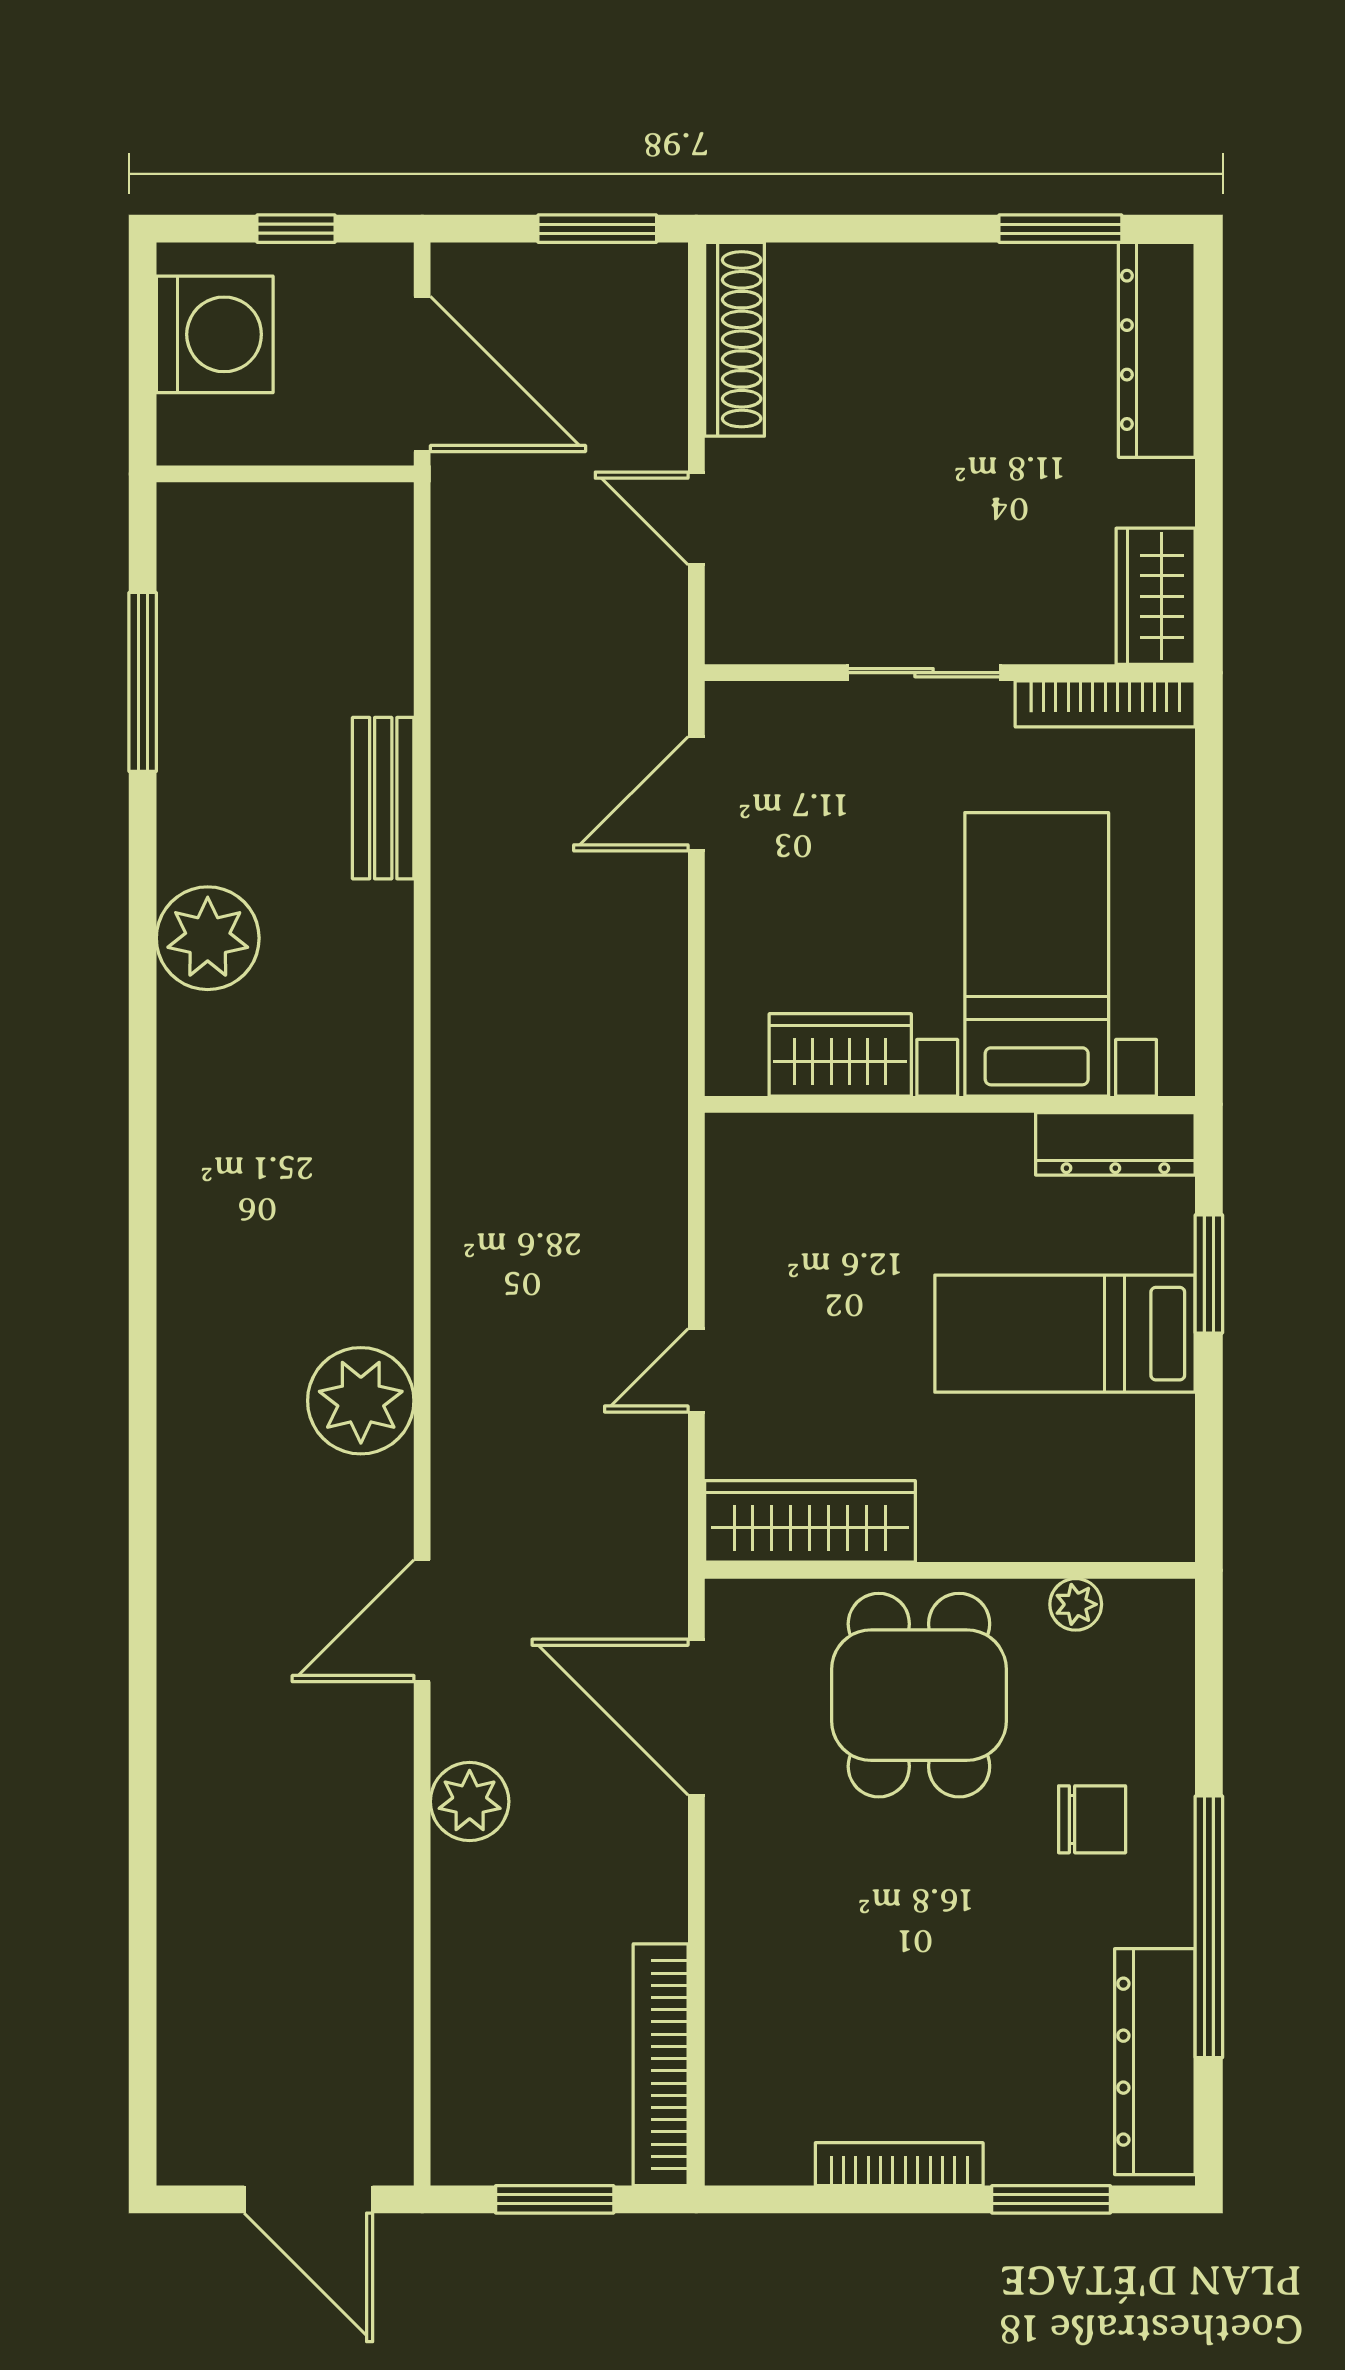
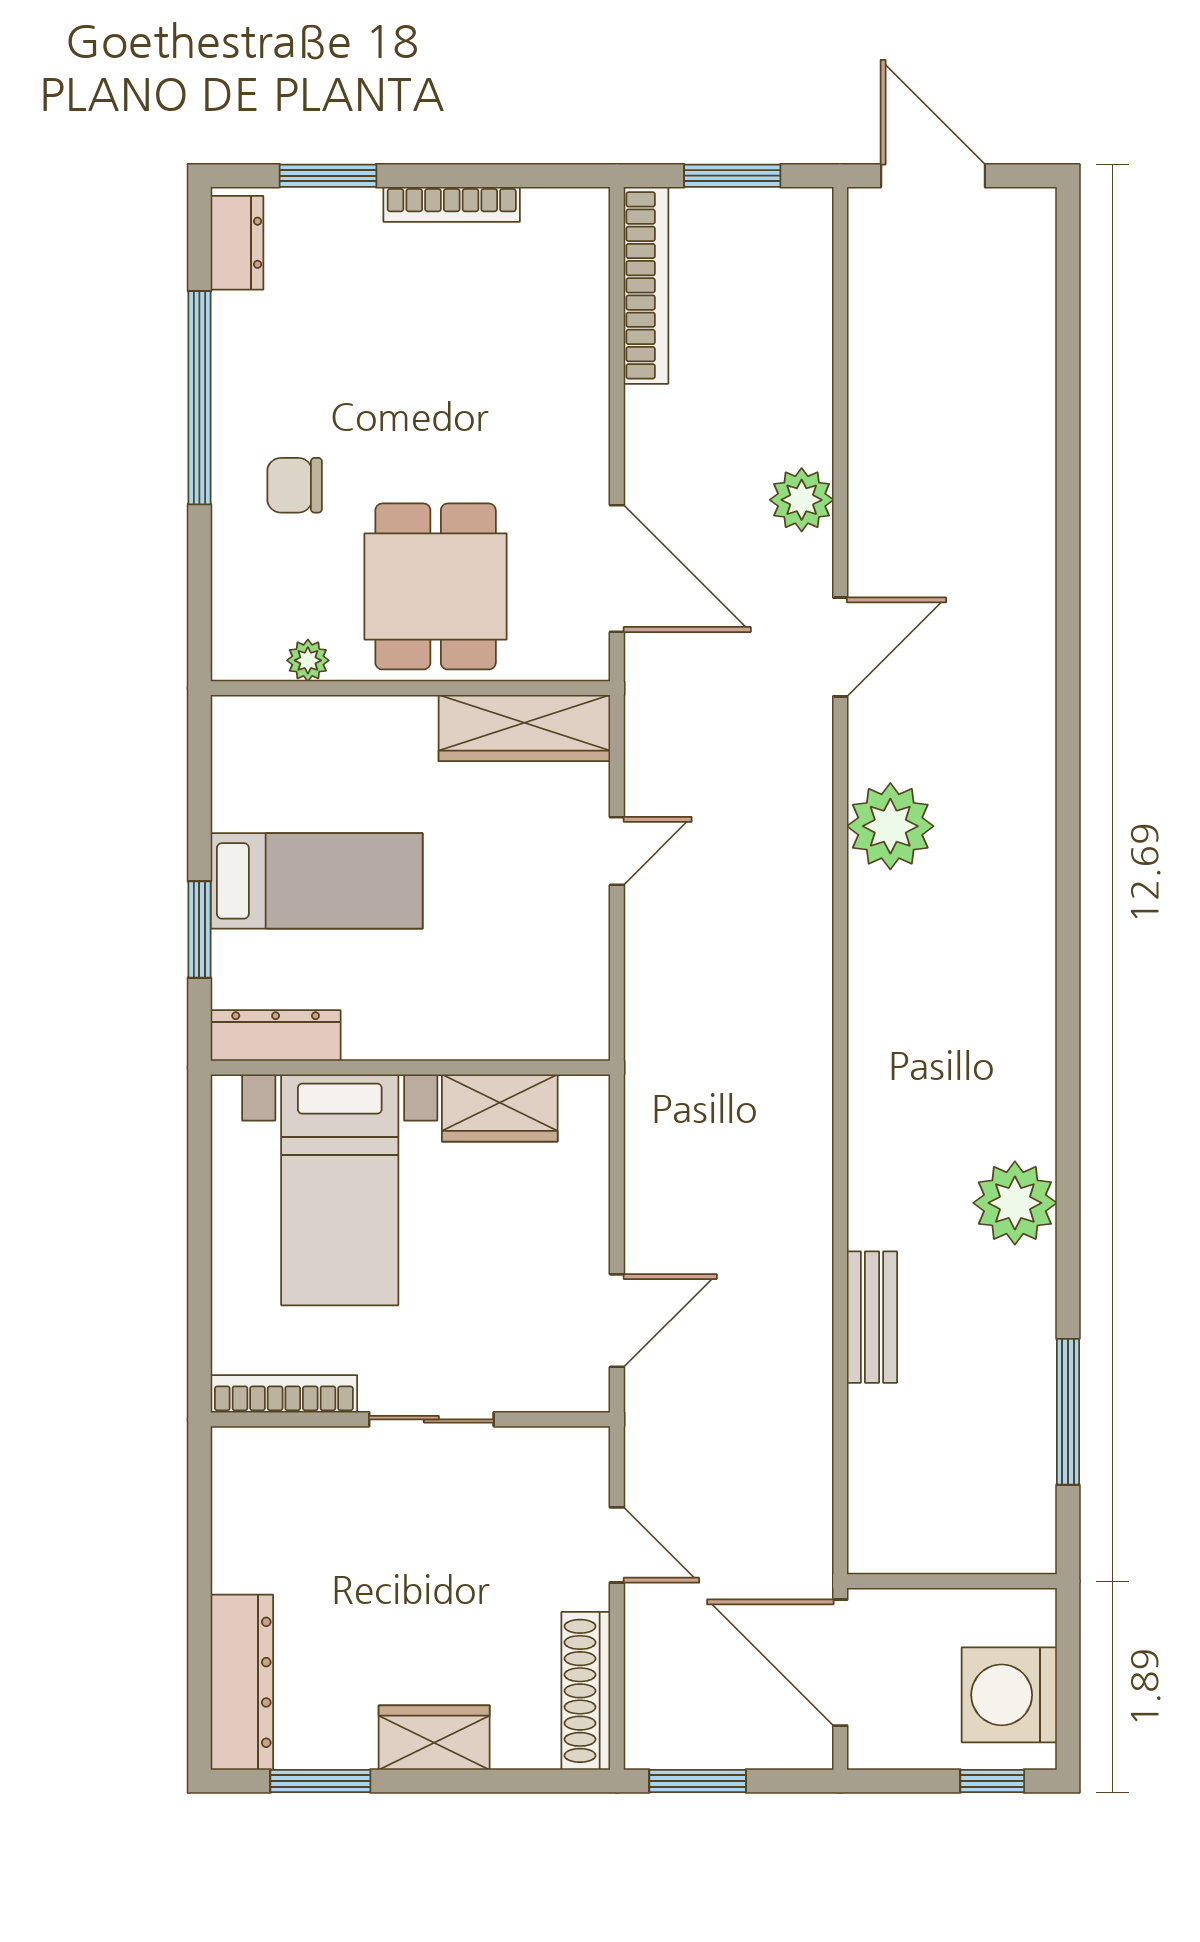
window: (296, 229) -> (992, 1781), moved
wardrobe: (1156, 596) -> (434, 1738), moved, turned -90
dresser: (1155, 2062) -> (237, 243), width x0.51, depth x0.80

